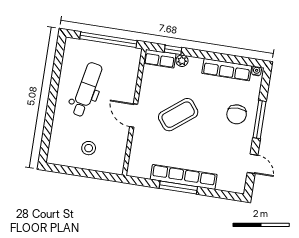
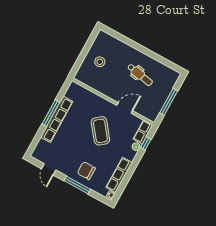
window: (108, 40) -> (169, 102), width x0.68
dental chair: (87, 90) -> (140, 75), width x0.73, depth x0.72
door: (134, 115) -> (125, 108), moved
door: (253, 164) -> (49, 169), hinge flipped

